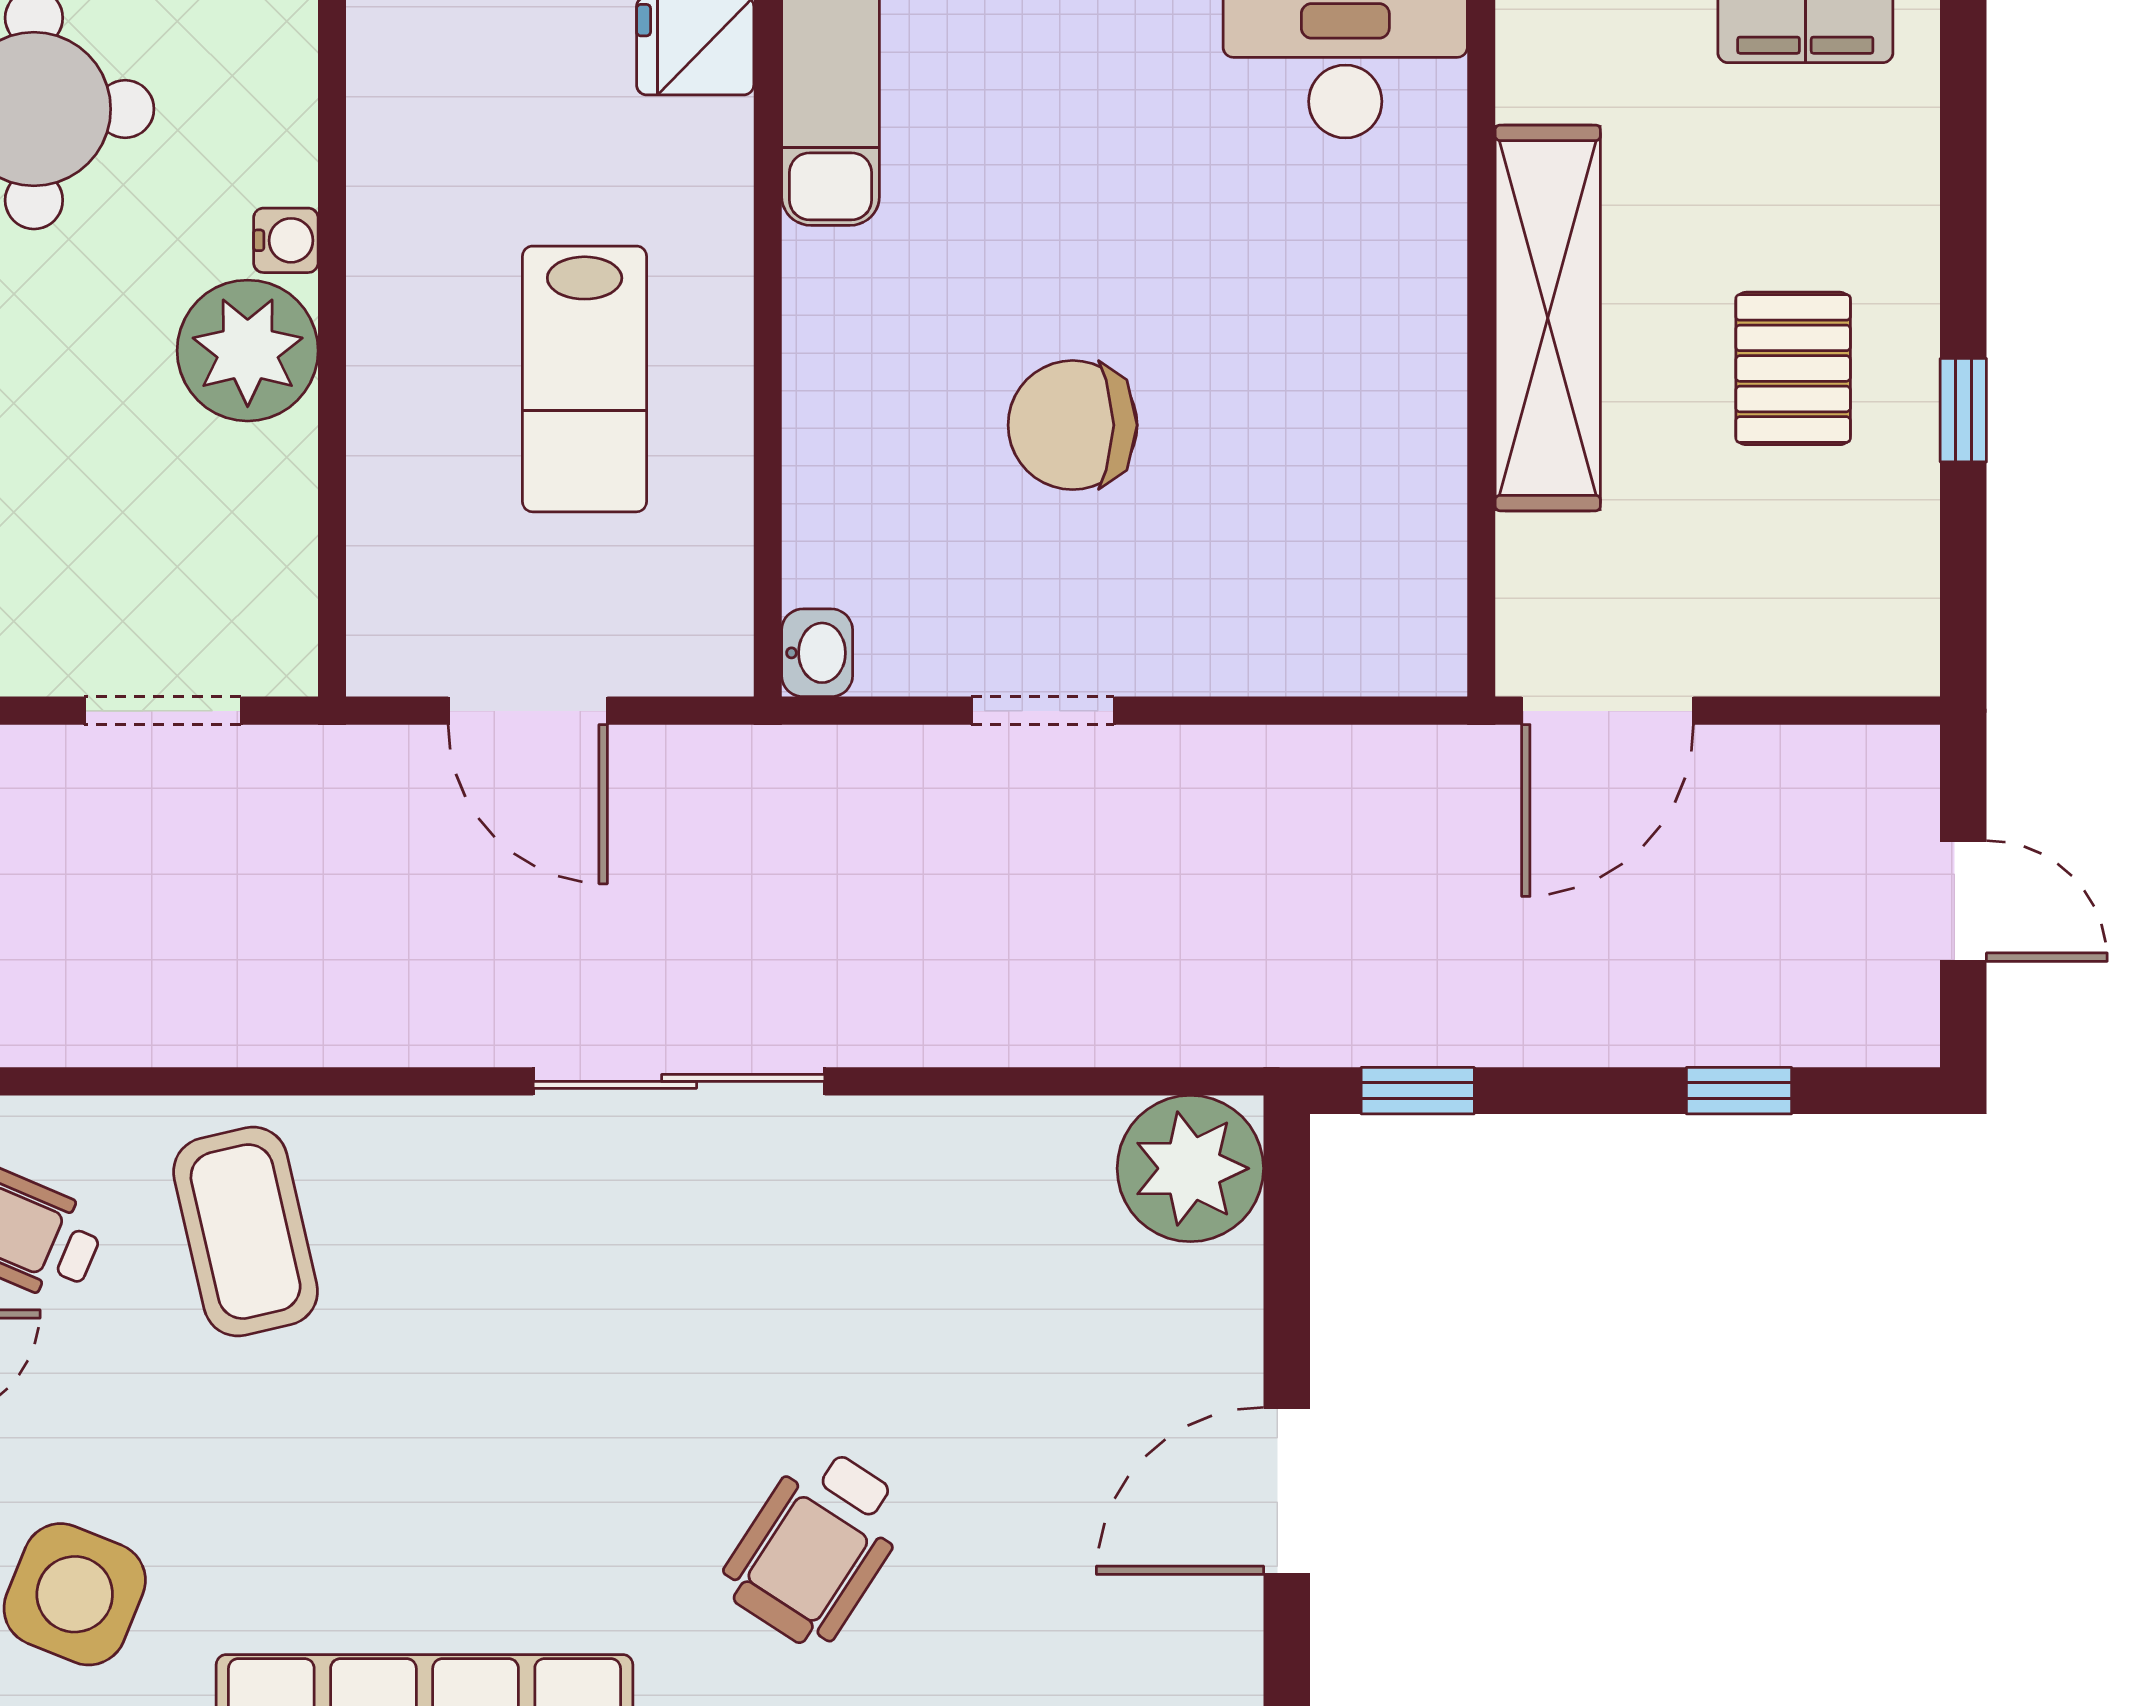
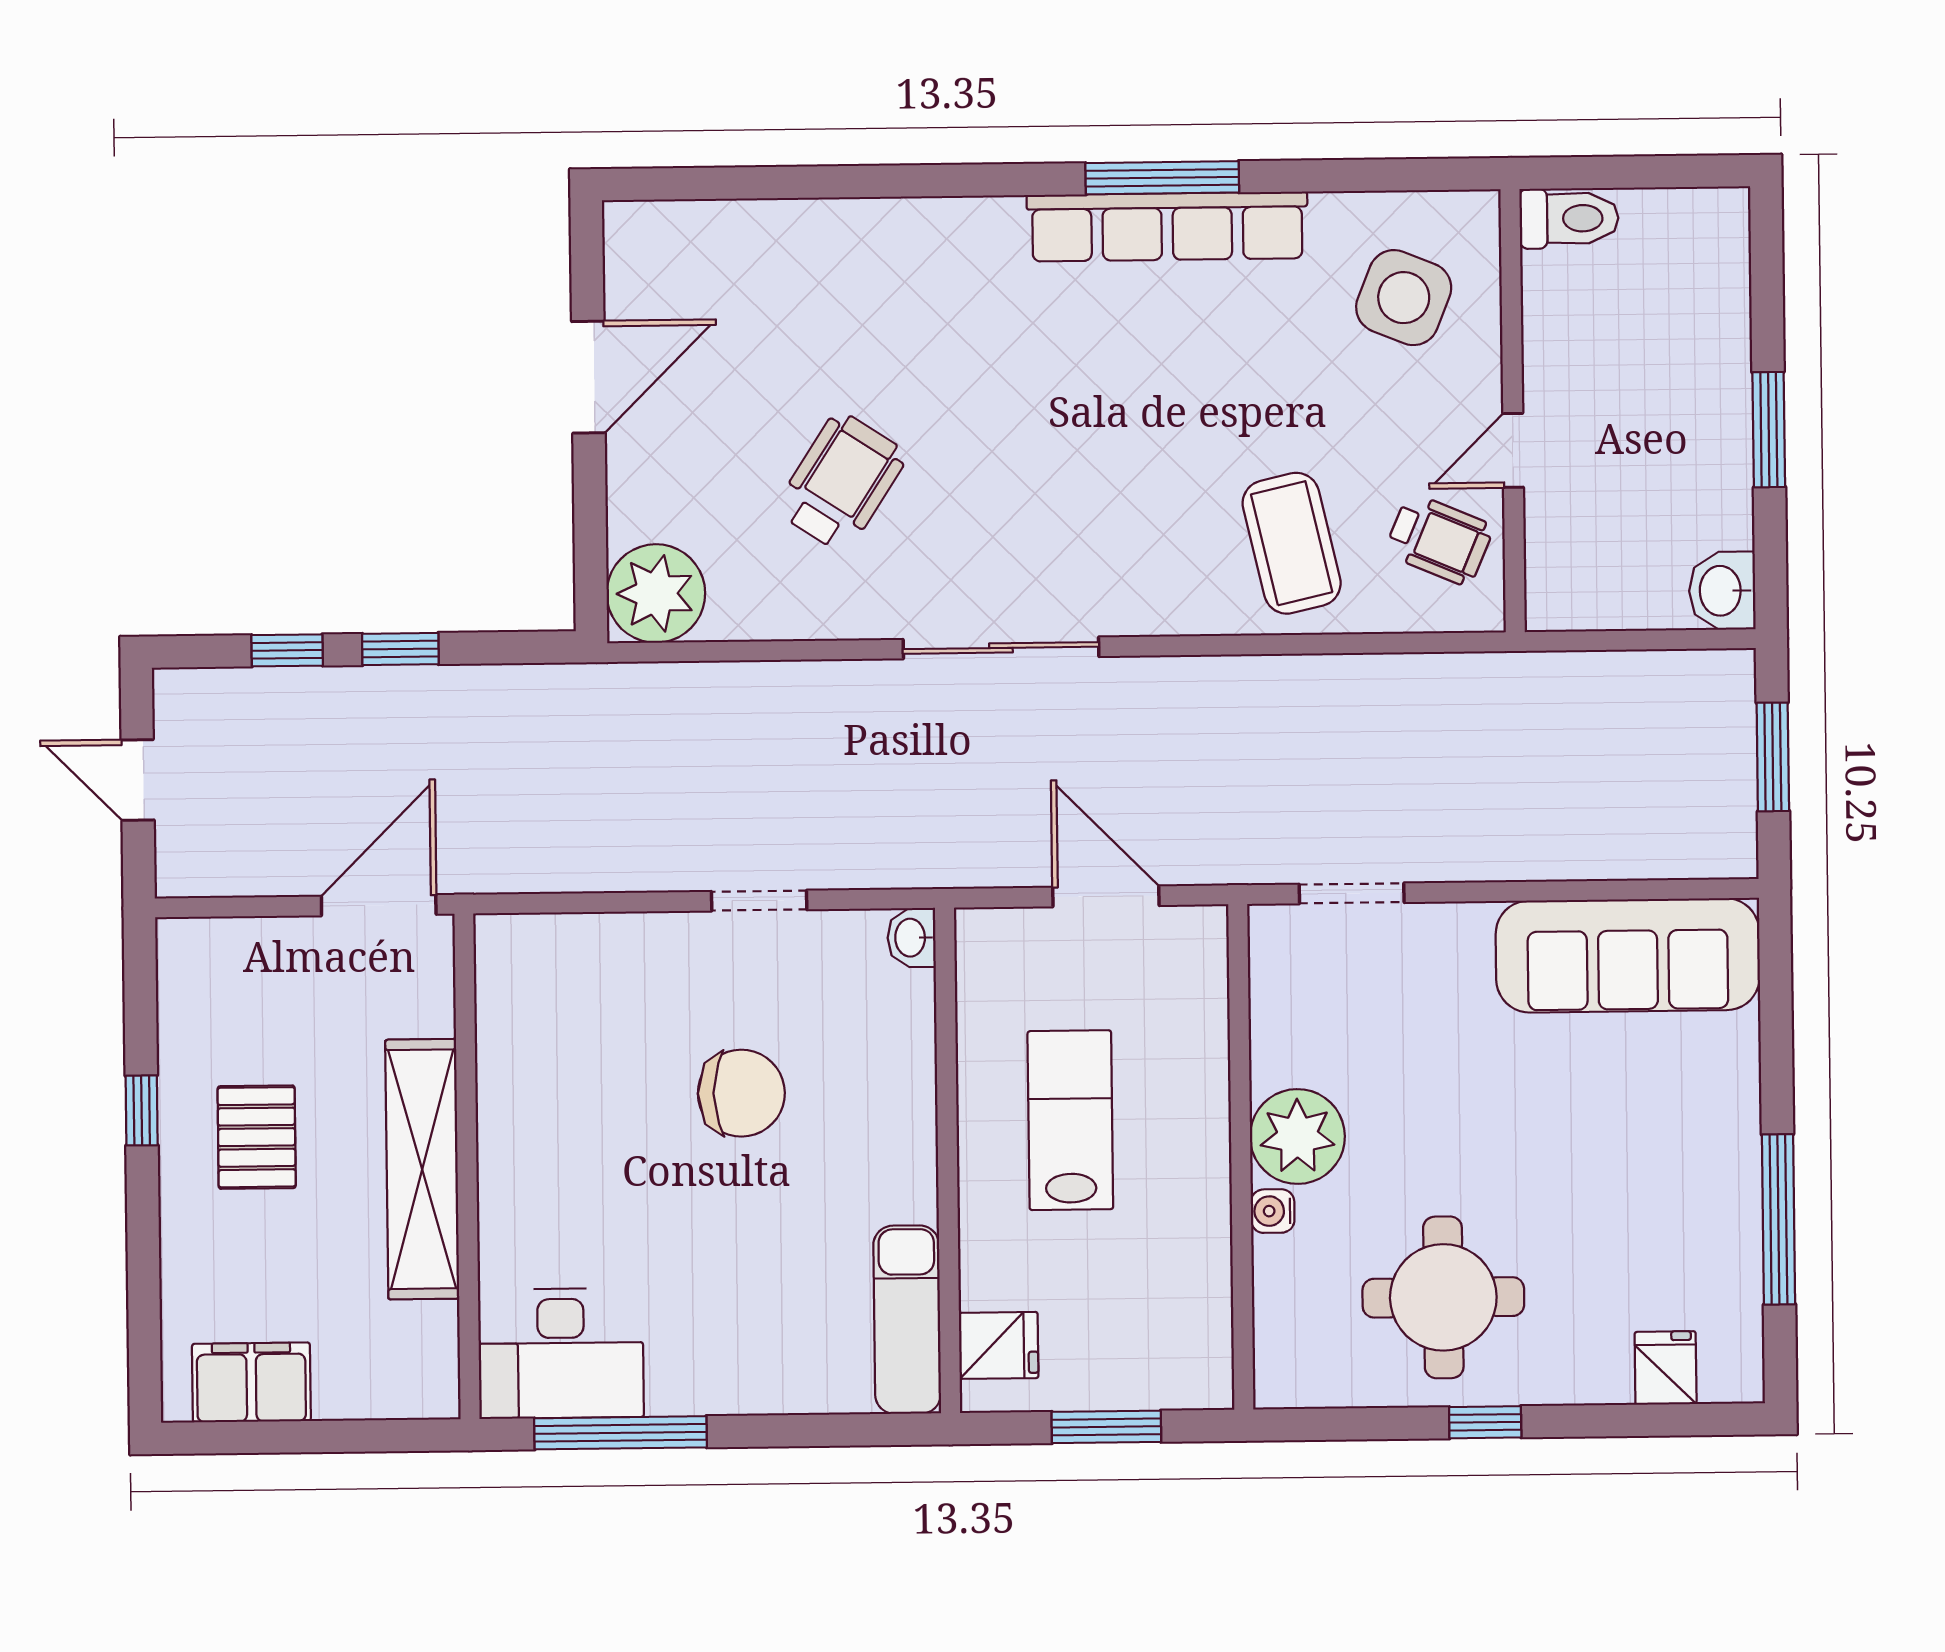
window: (1418, 1091) -> (400, 649), moved
wheelchair: (816, 1547) -> (841, 482), moved

